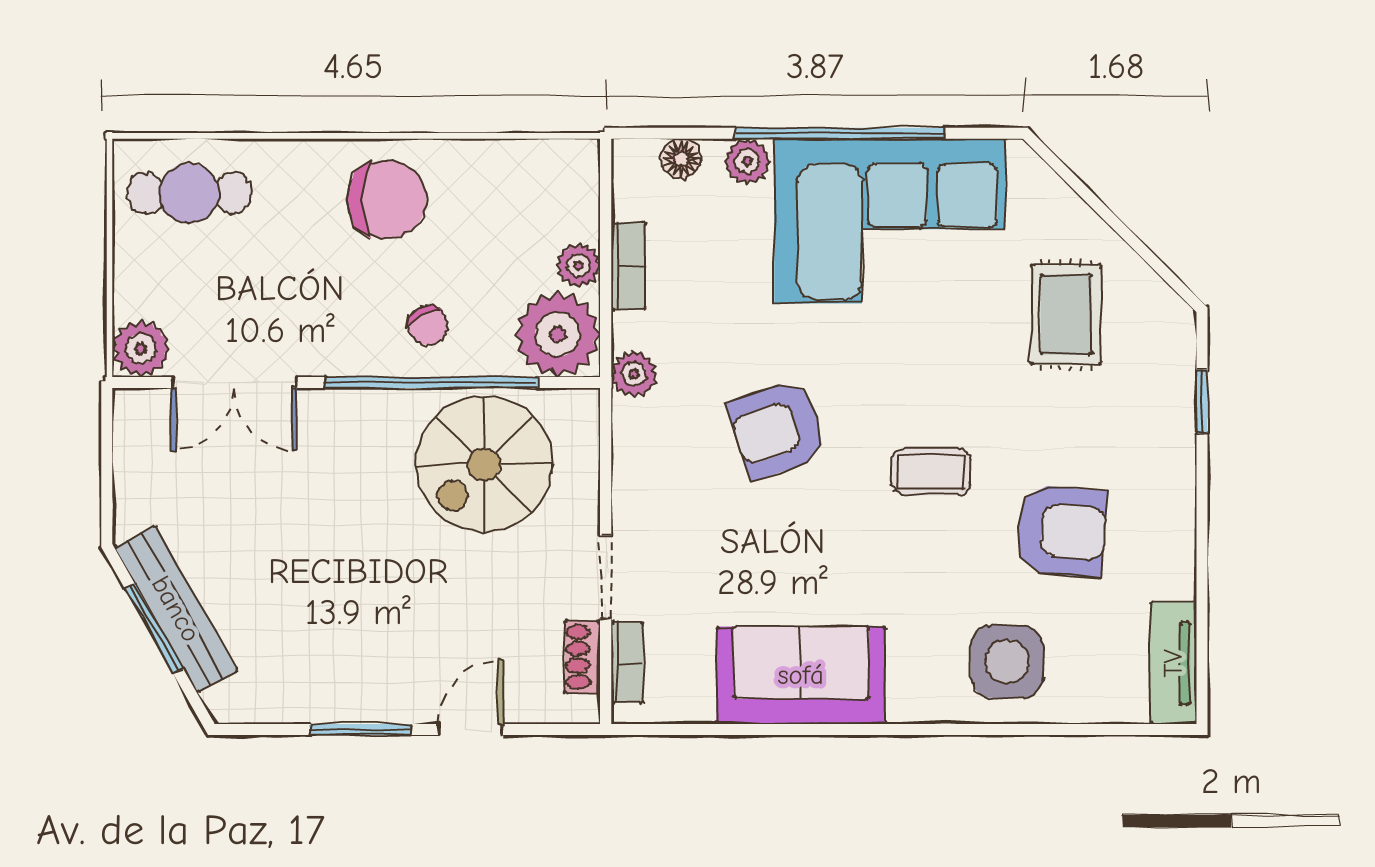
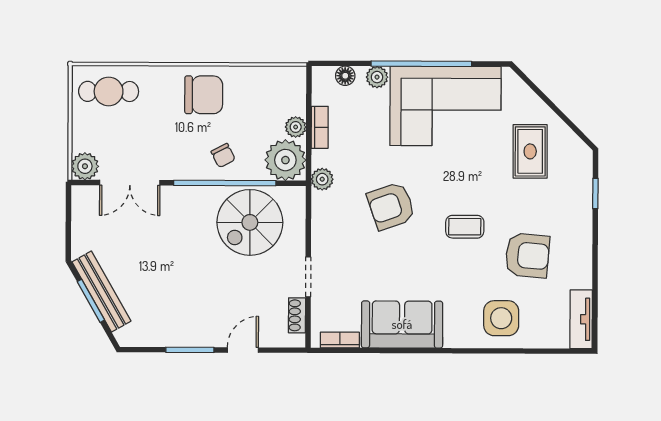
bookcase: (627, 662) -> (340, 340), moved, turned -90

